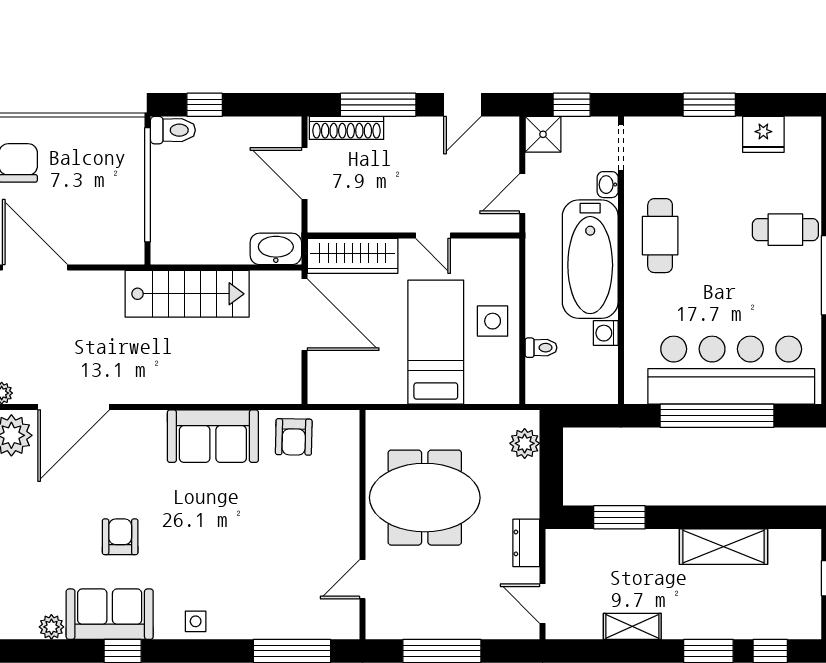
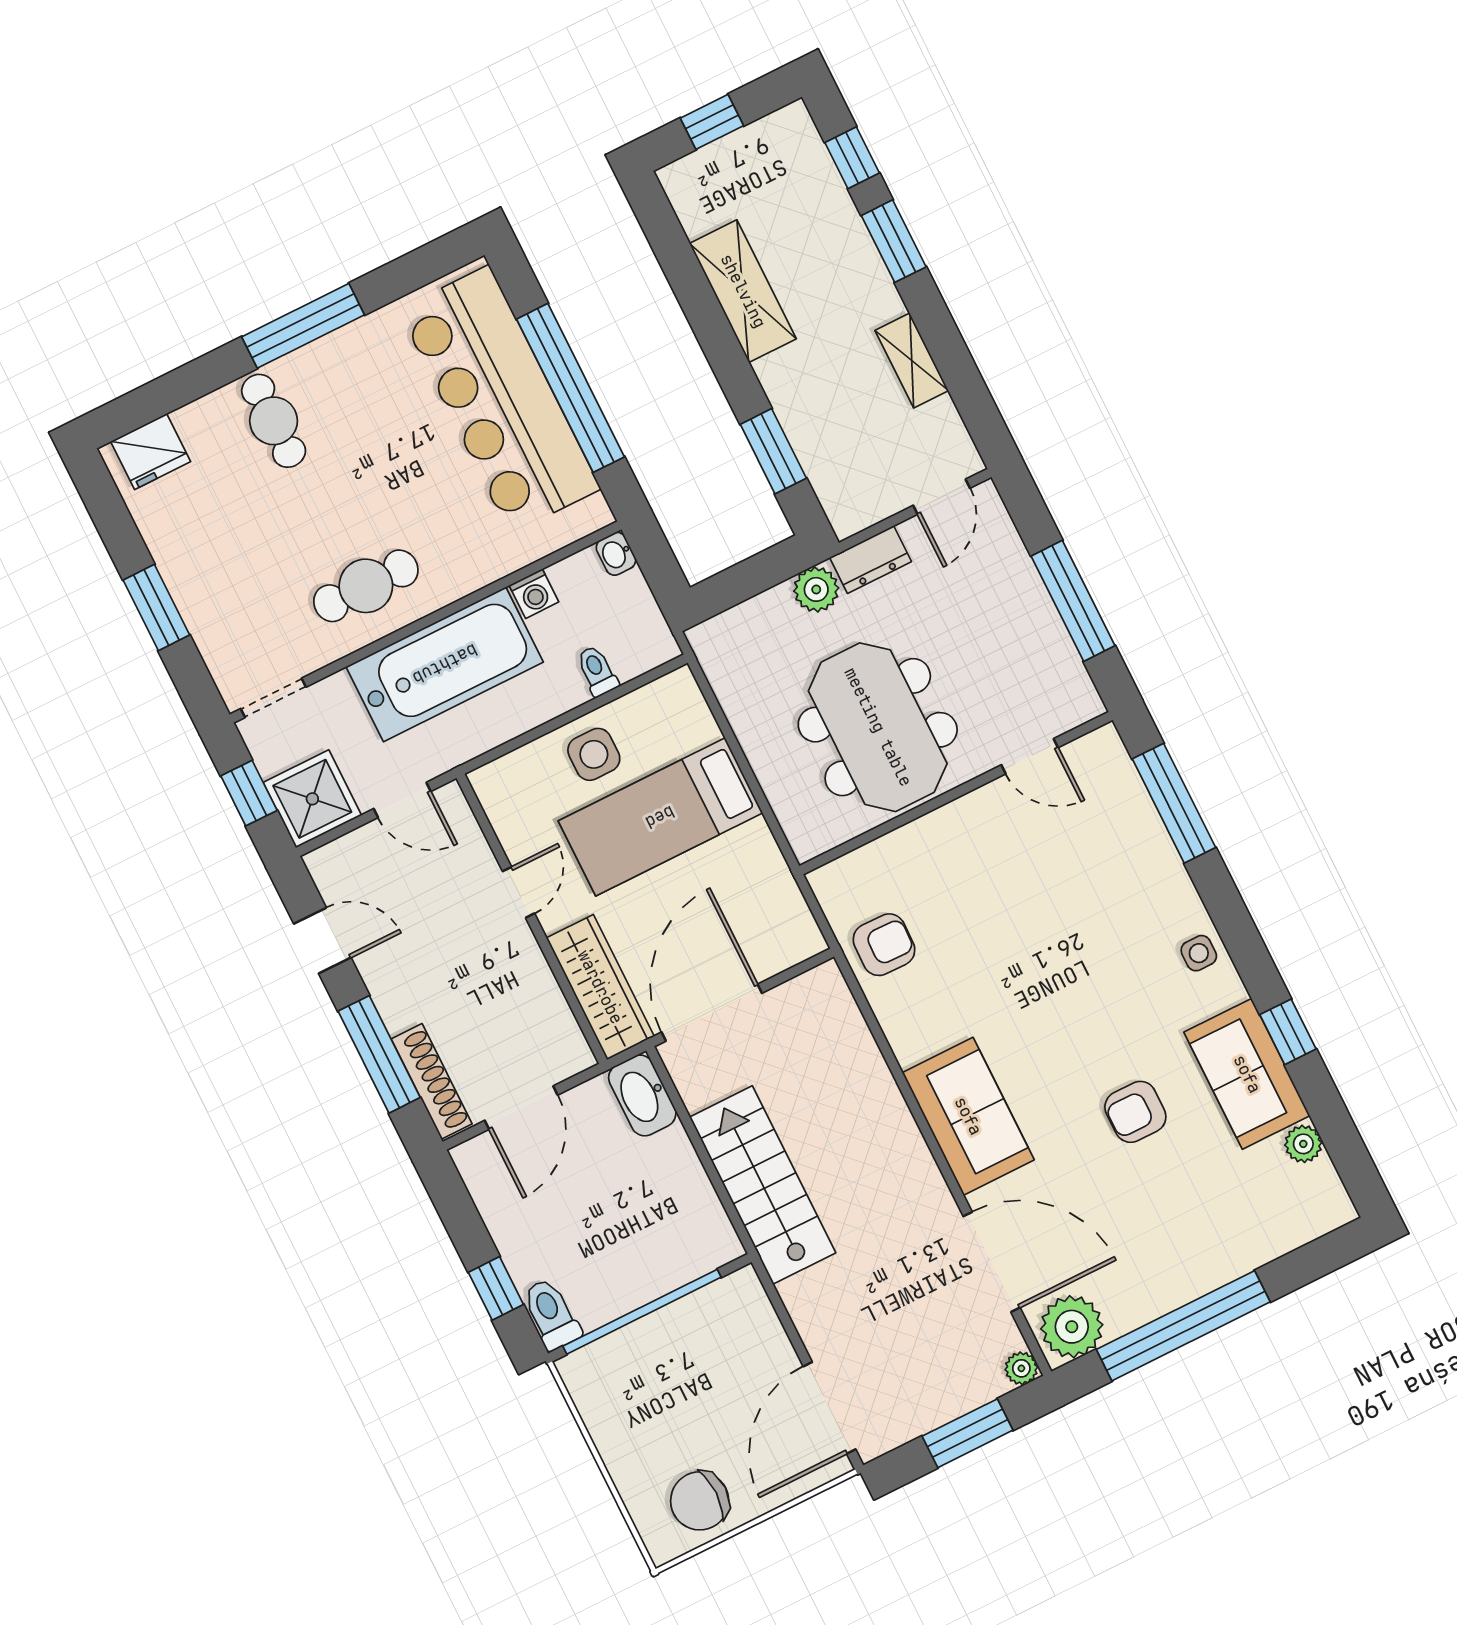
shower: (543, 134) -> (312, 799), width x1.36, depth x1.36
fridge: (763, 134) -> (151, 452), moved, turned 90
washbasin: (608, 185) -> (616, 554), moved, turned 90
sofa: (213, 436) -> (968, 1116), moved
plant: (525, 443) -> (816, 589), moved

